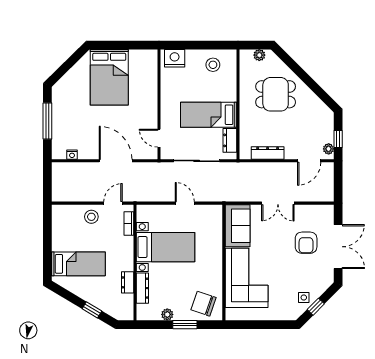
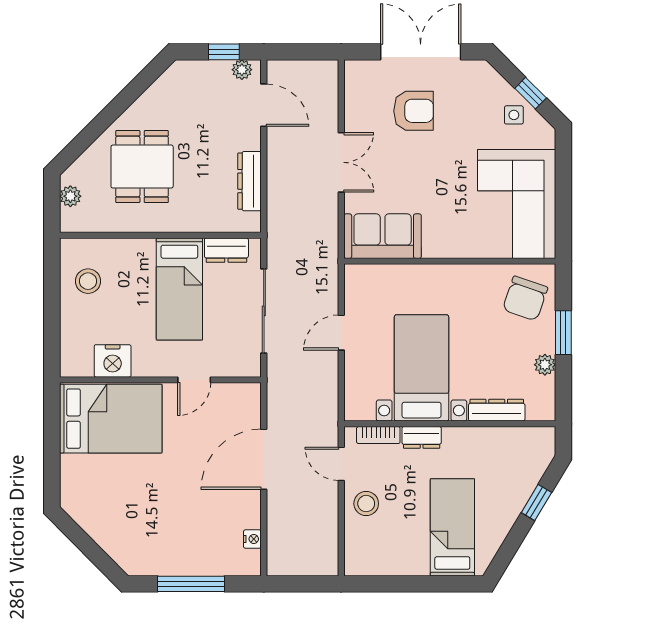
nightstand: (175, 58) -> (113, 361), moved, turned -90
bed: (109, 77) -> (111, 419), moved
door: (159, 138) -> (194, 380), moved
corner sofa: (247, 278) -> (517, 204), moved, turned -90
dresser: (128, 282) -> (422, 437), moved

